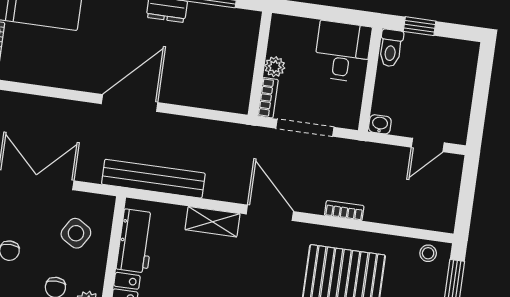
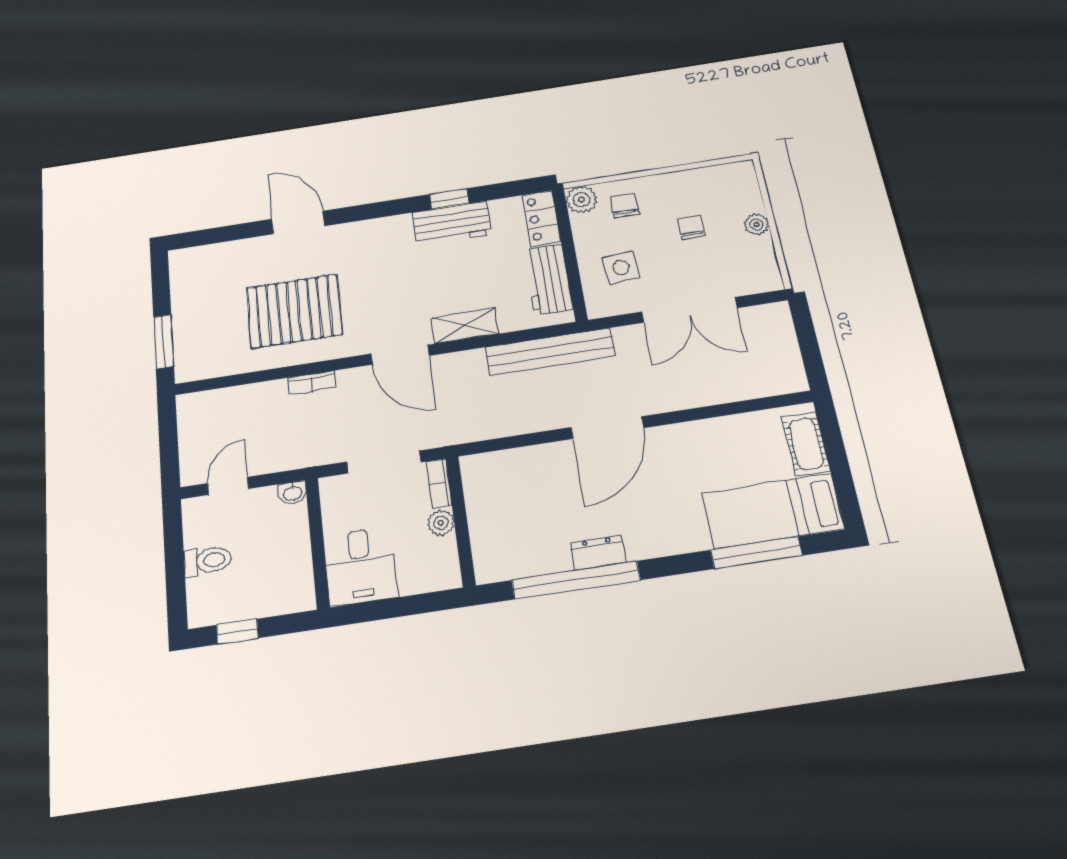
window: (420, 26) -> (237, 632), moved
toilet: (391, 48) -> (208, 561), moved, turned 90
side table: (76, 233) -> (621, 267), turned -37
stool: (428, 253) -> (201, 365), removed

